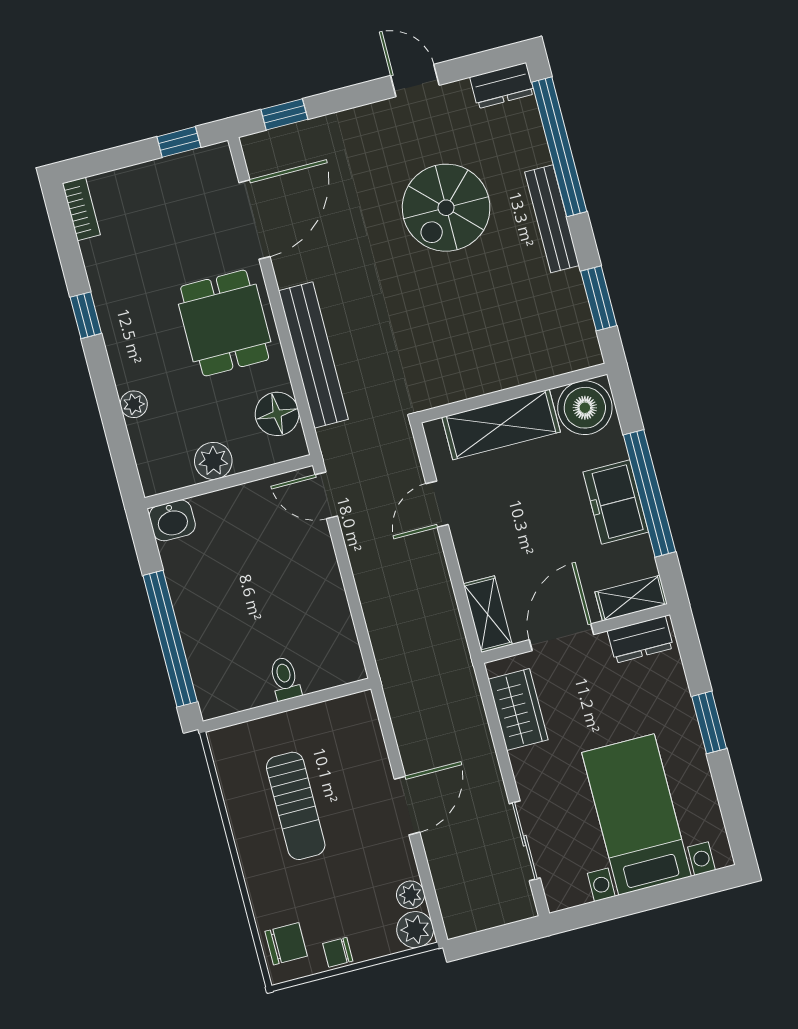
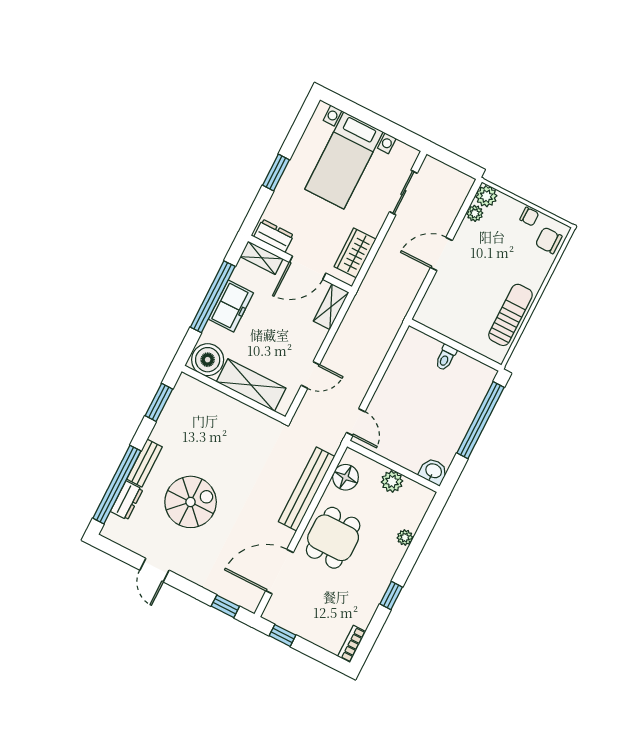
dresser: (502, 86) -> (127, 500), moved, turned 90
bench: (552, 219) -> (145, 463), width x0.73
sun lounger: (296, 806) -> (510, 315), moved

